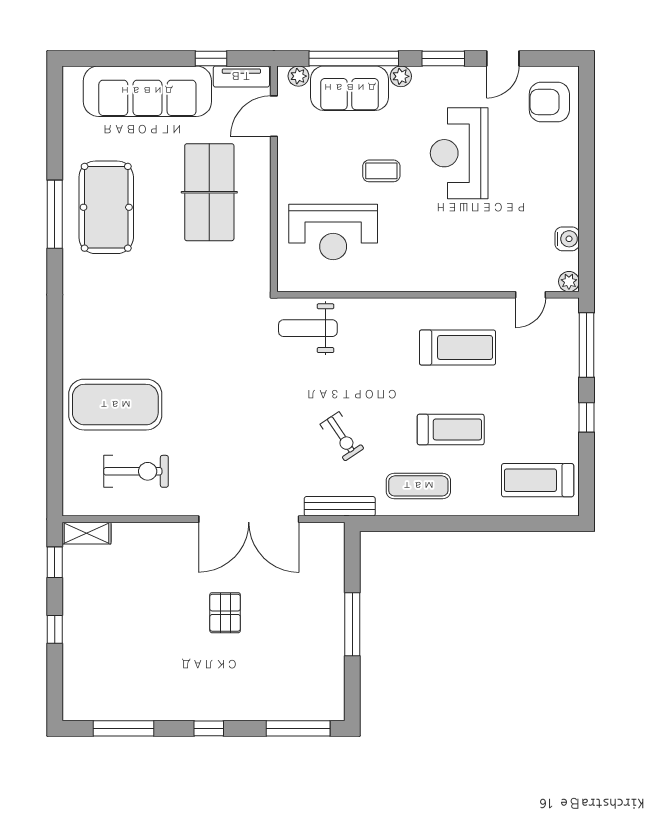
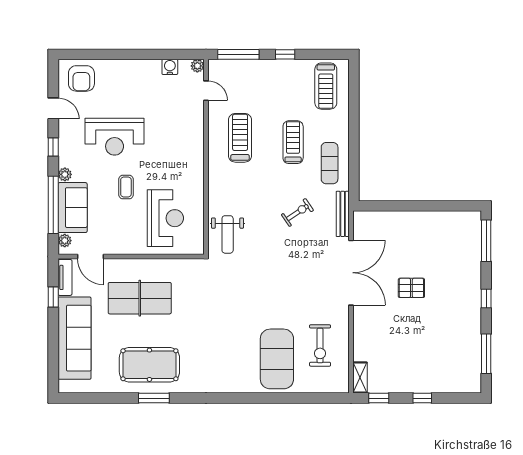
window: (443, 58) -> (53, 147), width x0.67
window: (55, 214) -> (154, 398), width x0.69
exercise bike: (136, 471) -> (320, 345), turned 180
window: (352, 624) -> (419, 206), removed

